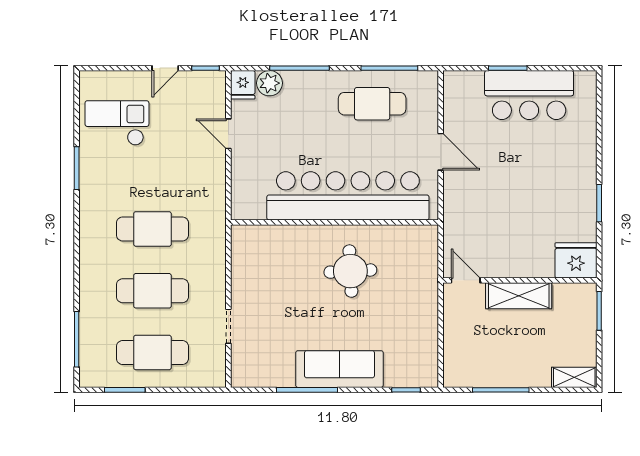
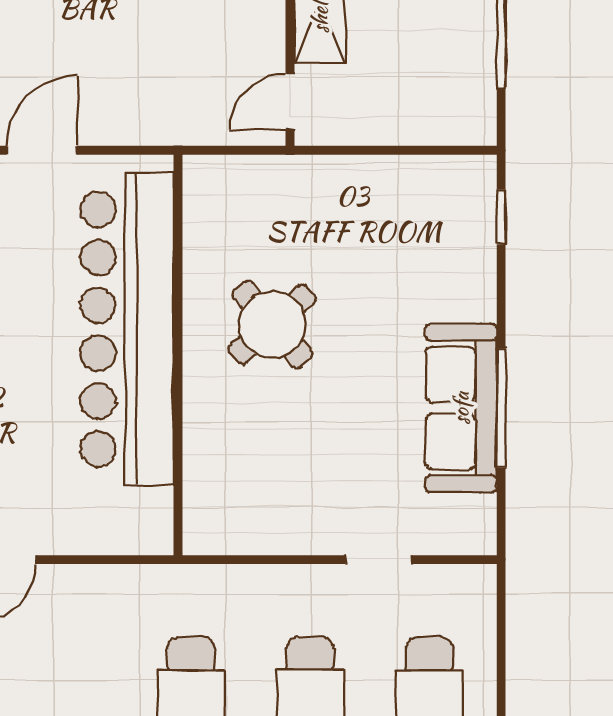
round table: (350, 271) -> (272, 324), turned -38
sofa: (339, 369) -> (461, 408), moved

